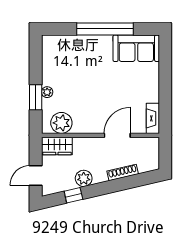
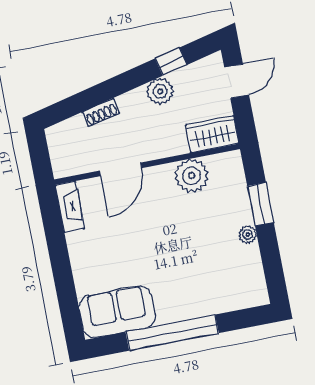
plant: (47, 92) -> (248, 235), moved
plant: (61, 123) -> (192, 176), moved
shoe rack: (123, 172) -> (101, 112), width x0.70

